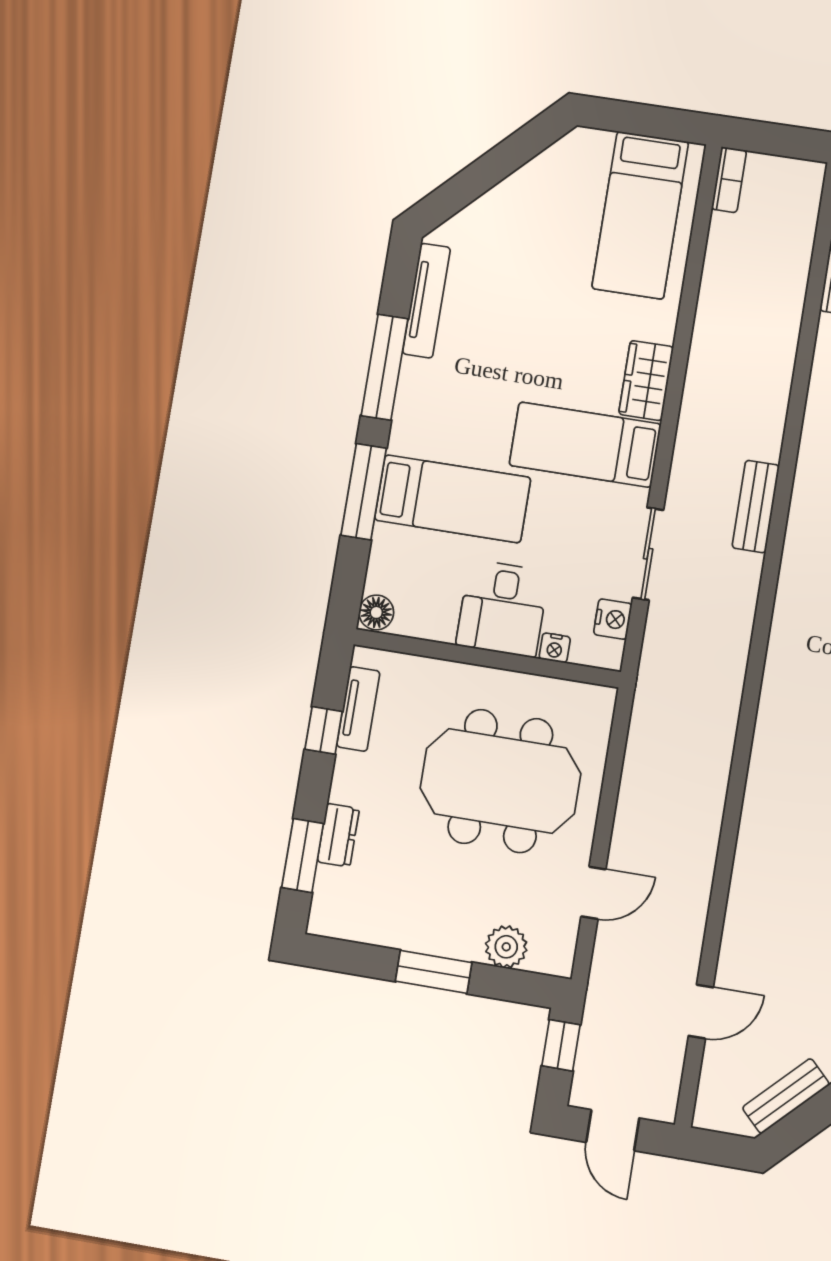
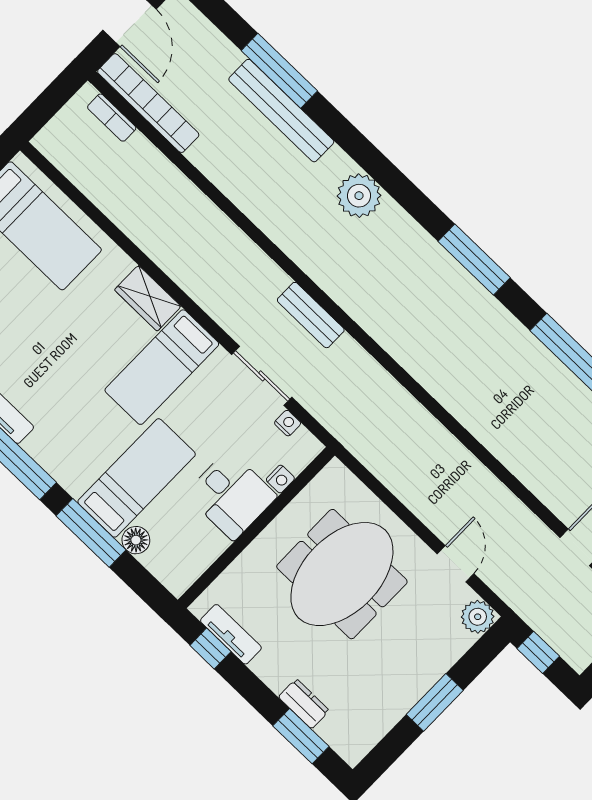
bookcase: (729, 180) -> (112, 118), moved, turned 180
bench: (756, 506) -> (311, 315), moved
floor lamp: (376, 612) -> (136, 540), moved
nightstand: (613, 619) -> (288, 423), width x0.72, depth x0.74
window: (324, 730) -> (210, 649), moved
plant: (506, 947) -> (478, 617), moved

